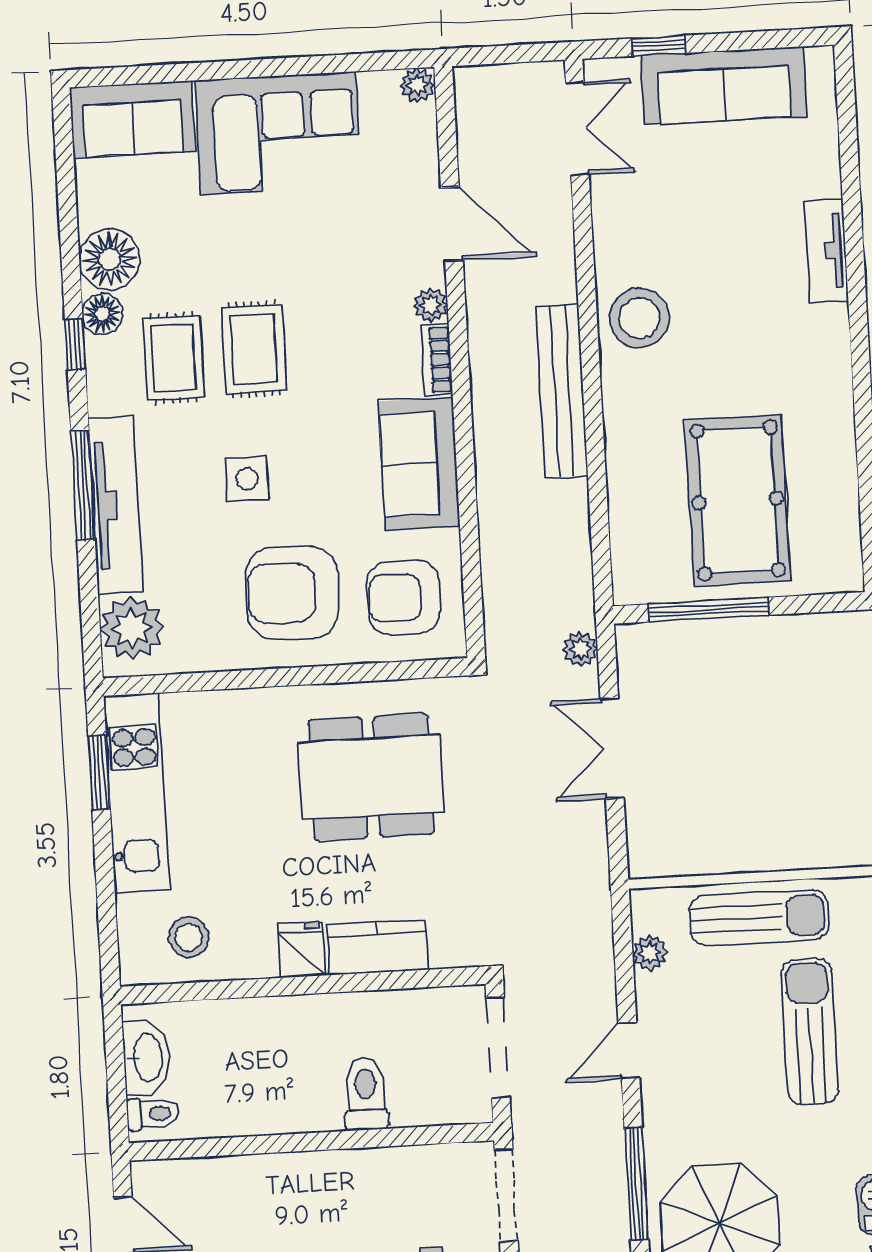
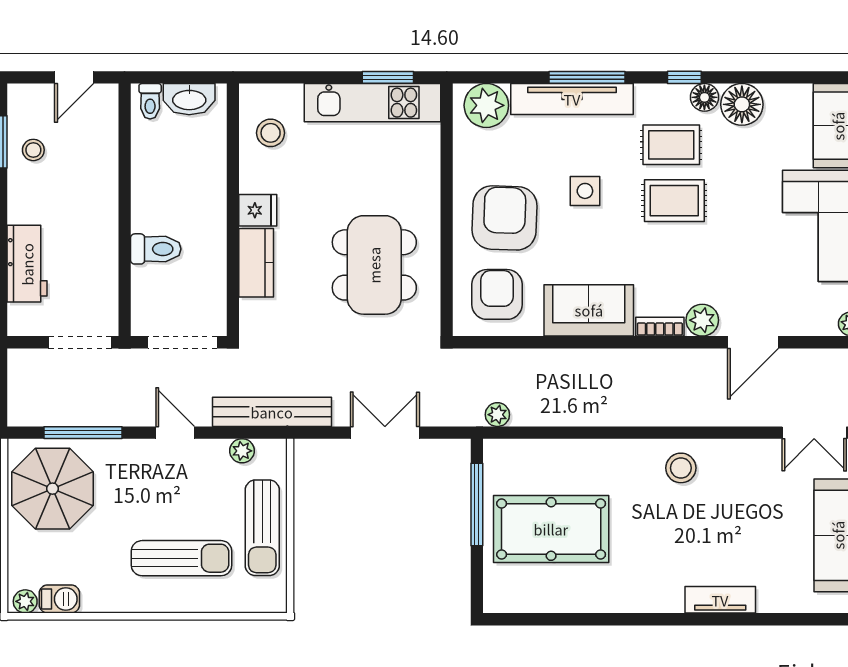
plant: (431, 305) -> (702, 320), width x1.38, depth x1.38
stool: (639, 318) -> (681, 468), width x0.73, depth x0.73
bench: (562, 391) -> (272, 412), moved
plant: (580, 649) -> (497, 415), moved

